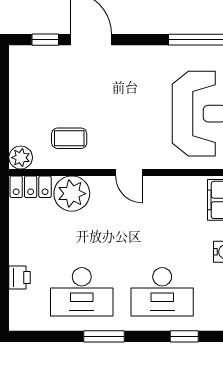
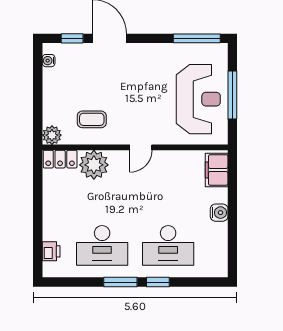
water cooler: (17, 67) -> (49, 61), added
door: (129, 172) -> (141, 147), hinge flipped
printer: (20, 278) -> (51, 251), moved
window: (184, 336) -> (158, 282), moved

